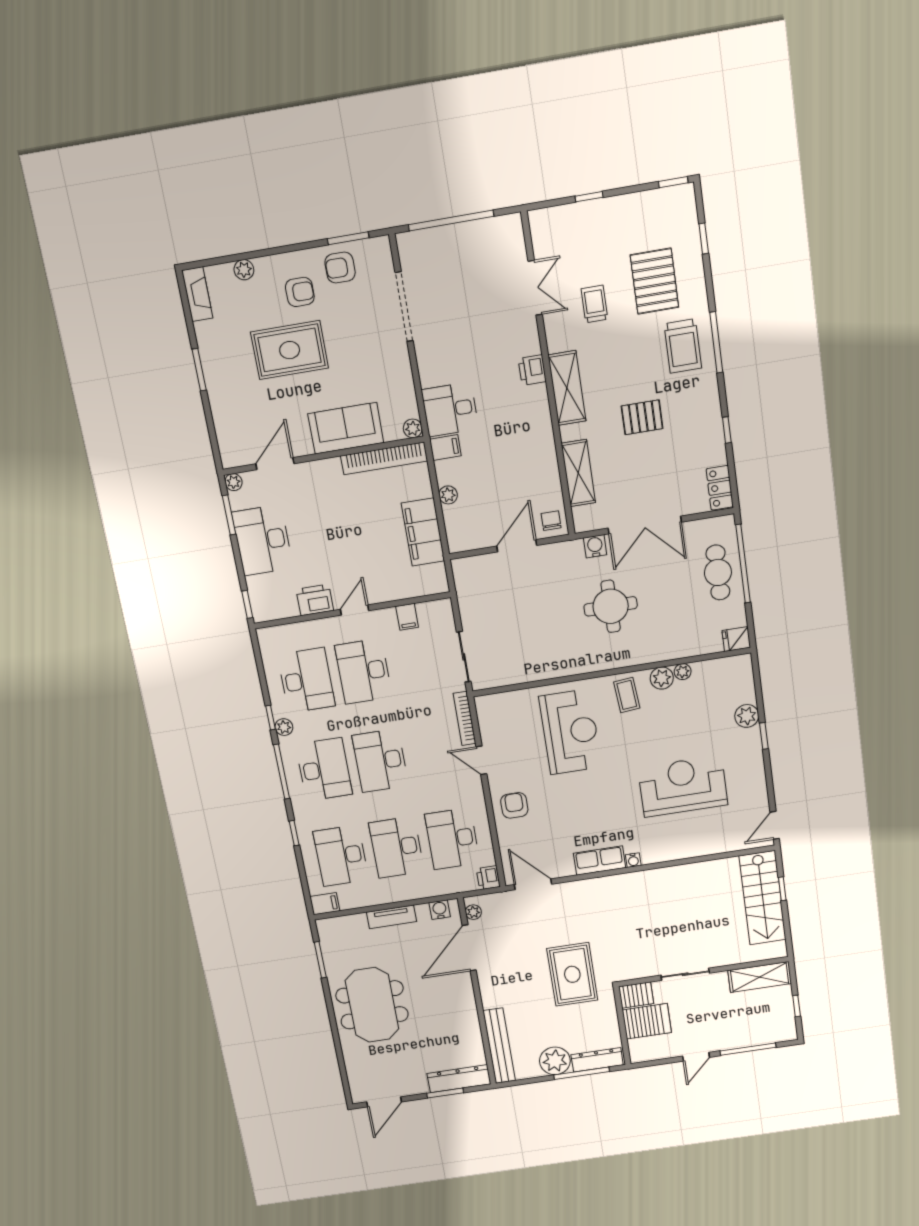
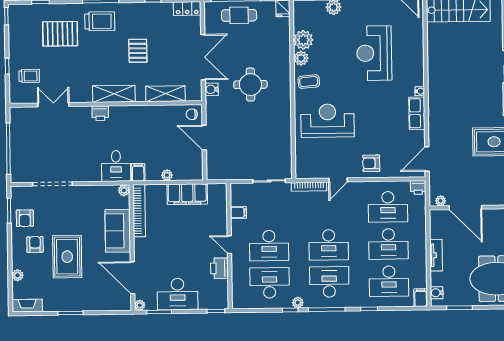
trolley: (594, 304) -> (29, 76), moved, turned 180
door: (275, 464) -> (132, 278), width x1.36
plant: (683, 672) -> (303, 40), width x1.87, depth x1.87
water cooler: (440, 910) -> (437, 293), moved

